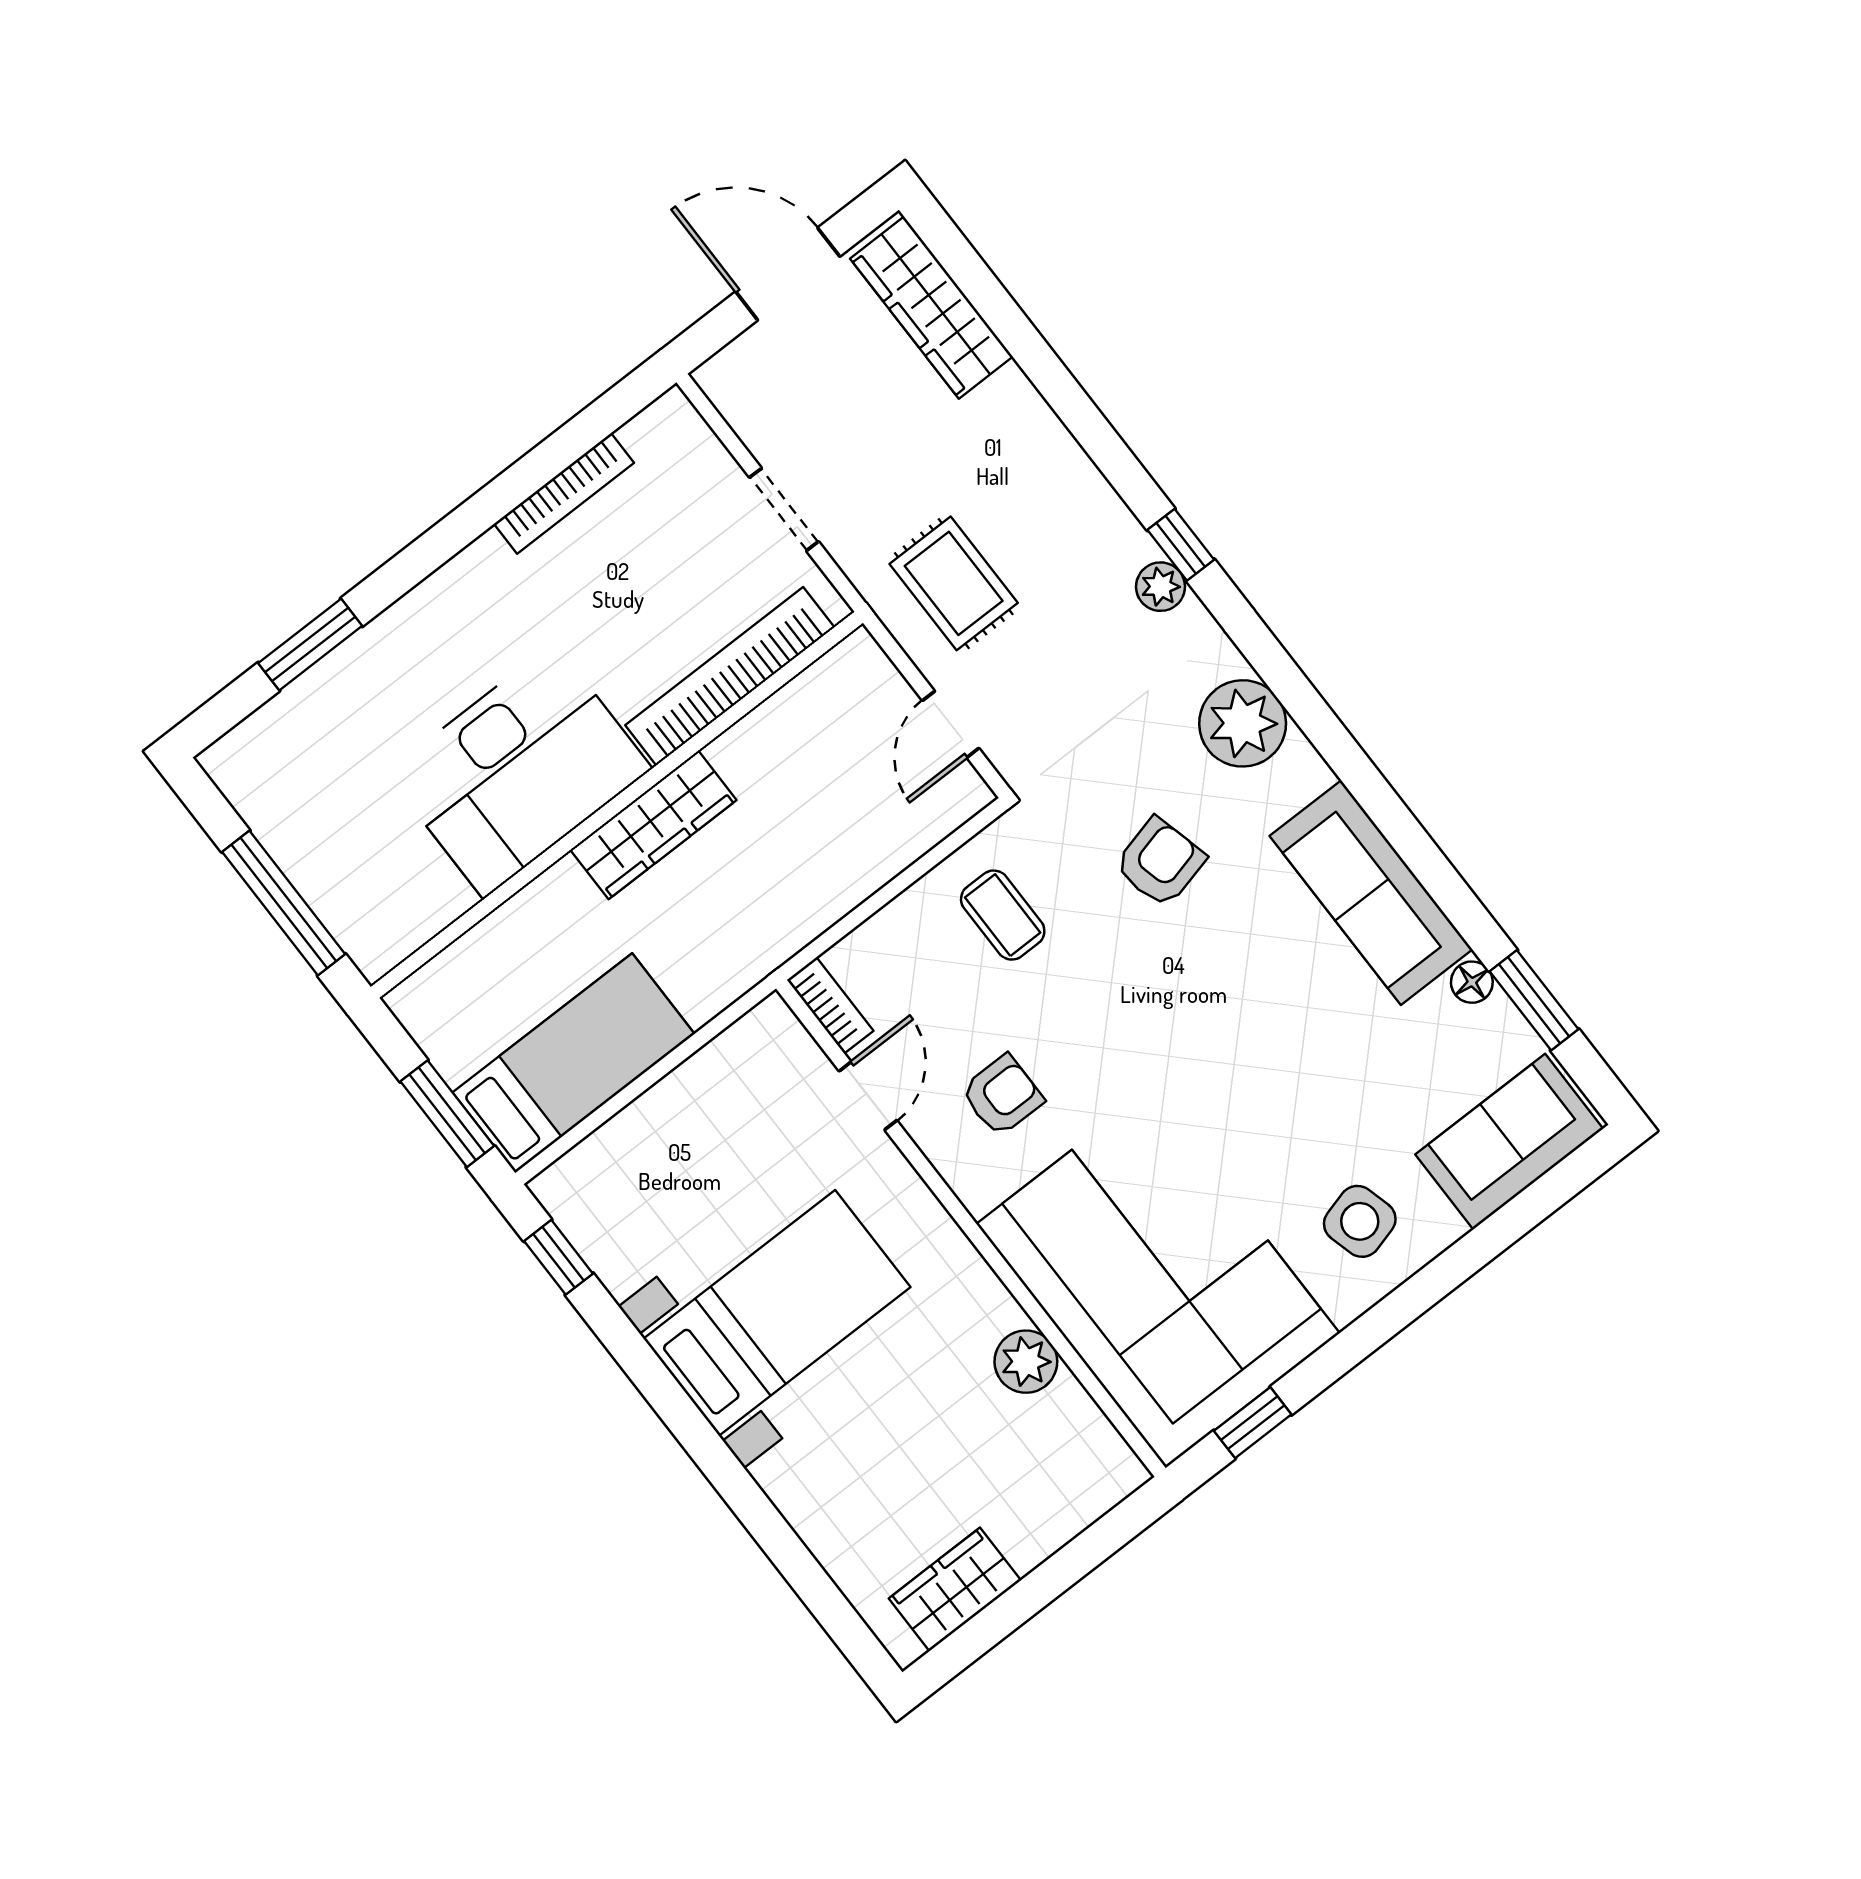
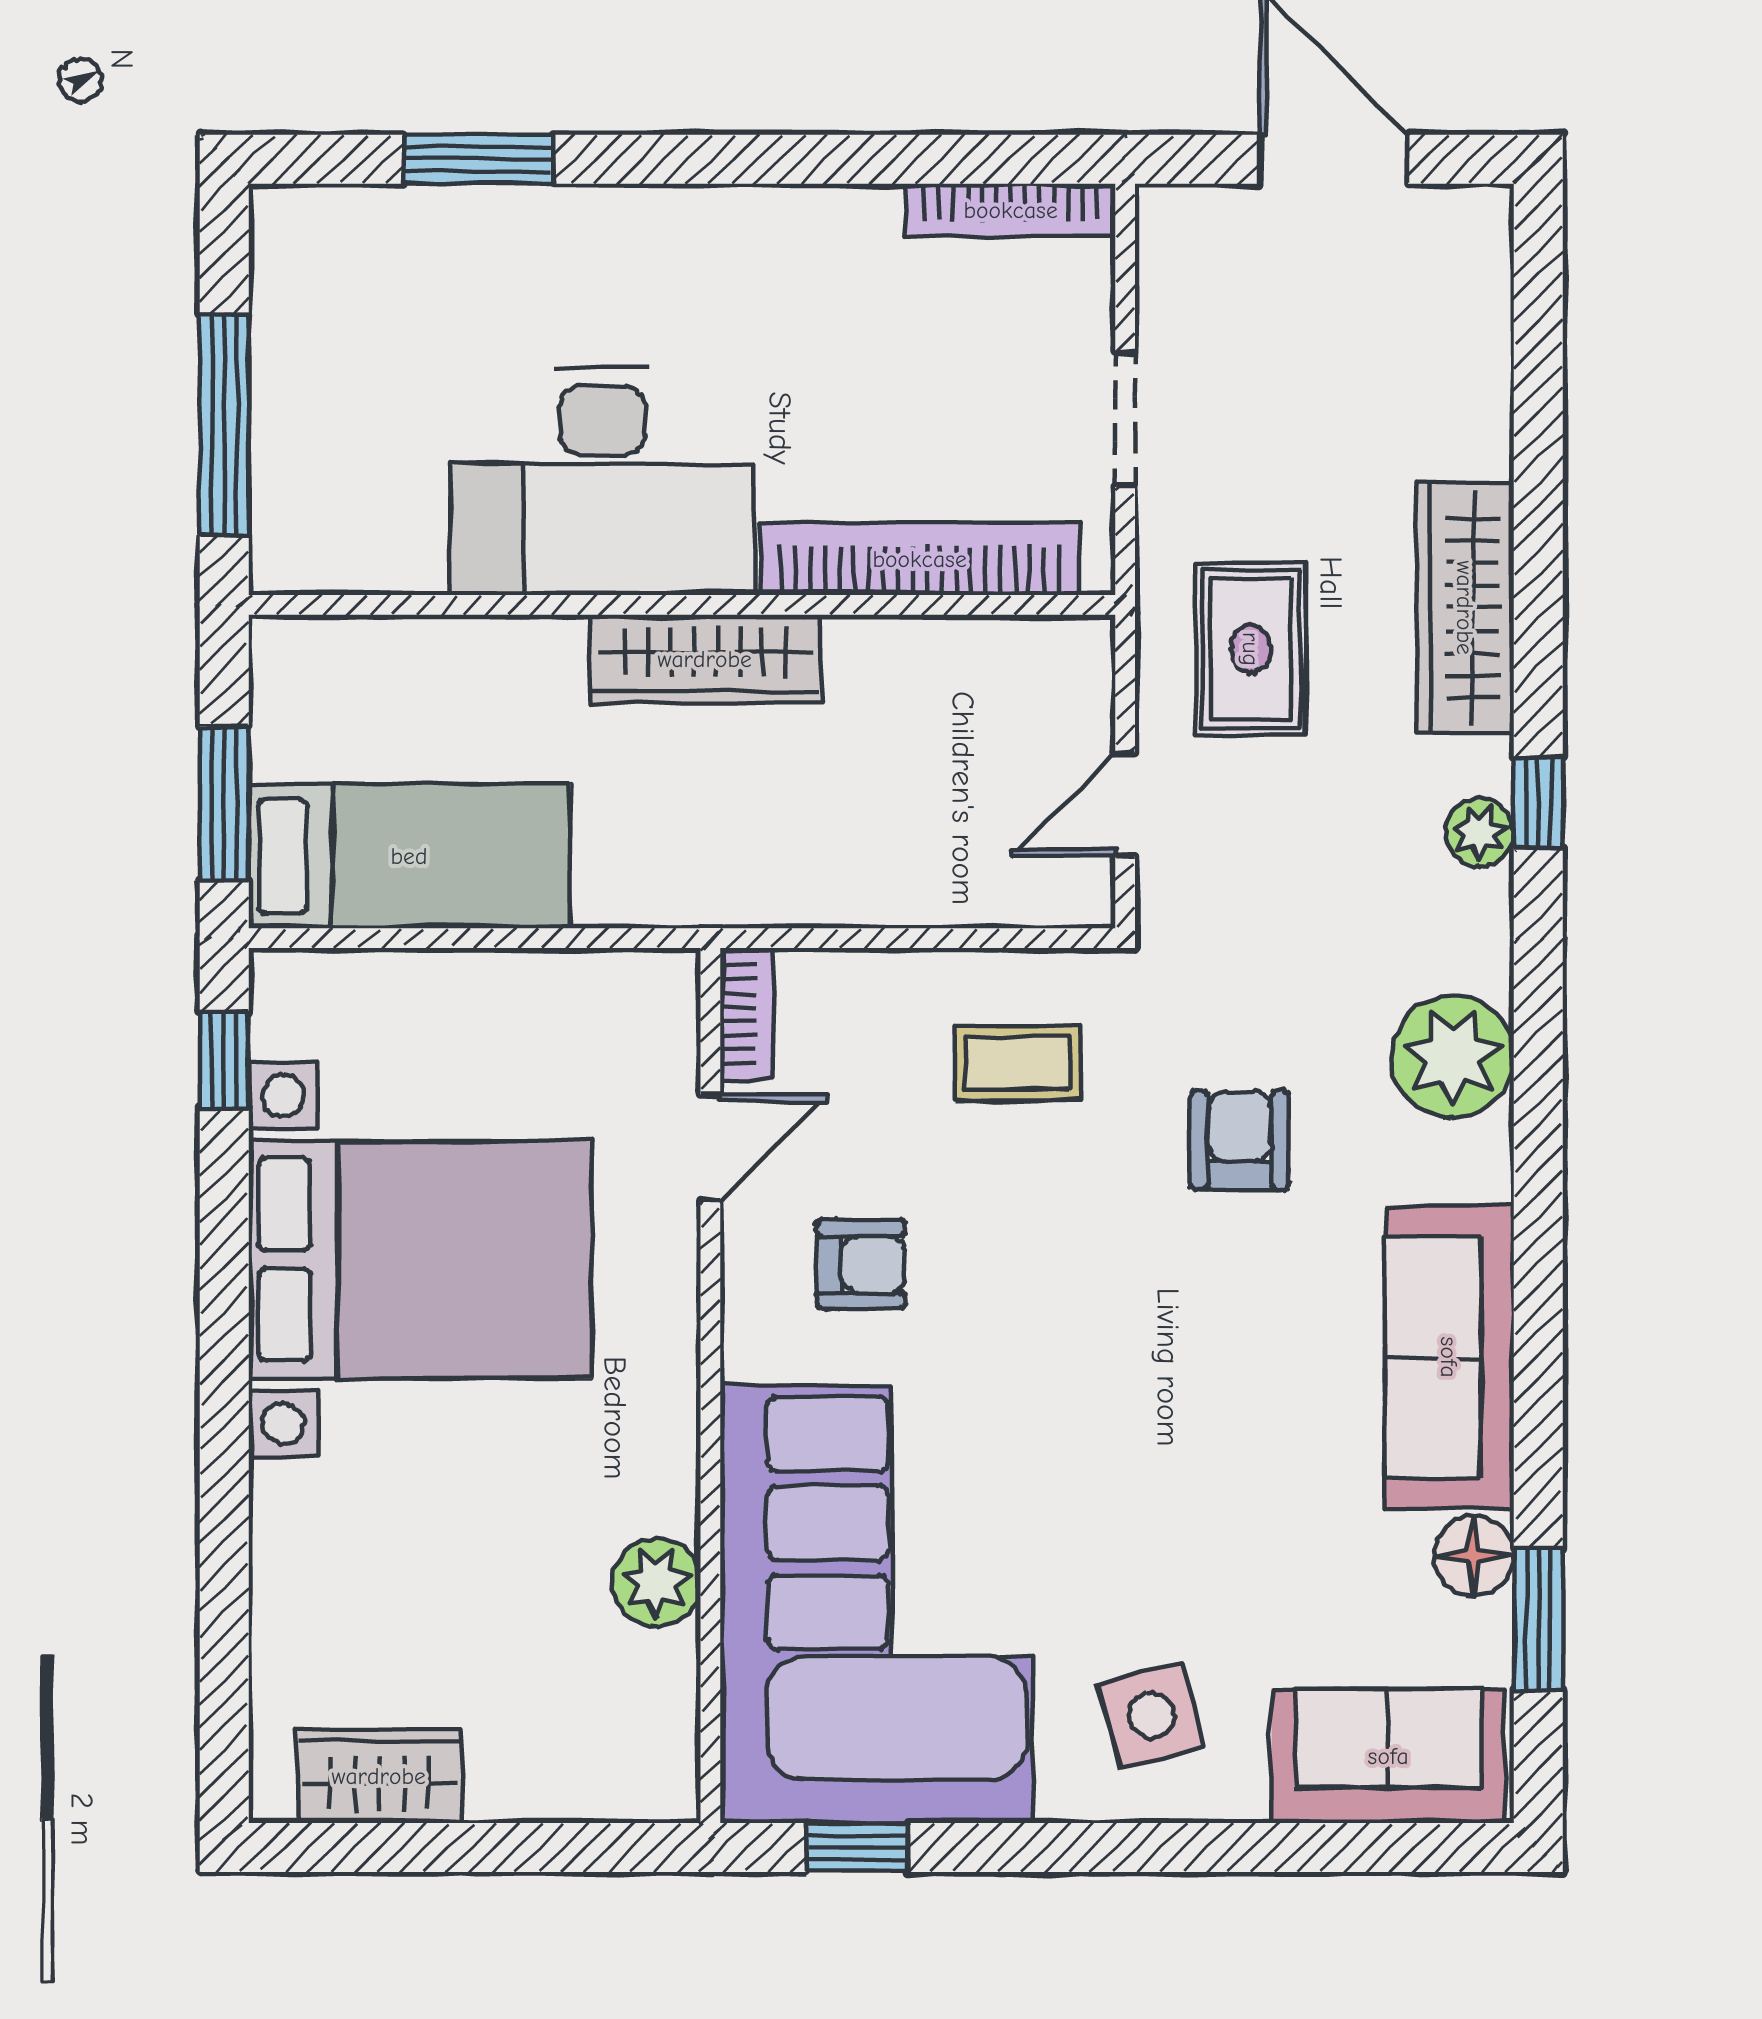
wardrobe: (931, 308) -> (1465, 608), moved
bookcase: (564, 493) -> (1011, 210), moved
armchair: (1160, 862) -> (1240, 1140), turned -76
coffee table: (1003, 915) -> (1018, 1063), turned 90
floor lamp: (1472, 982) -> (1474, 1556), width x1.37, depth x1.37
bed with nightstands: (777, 1313) -> (420, 1260), width x1.36

